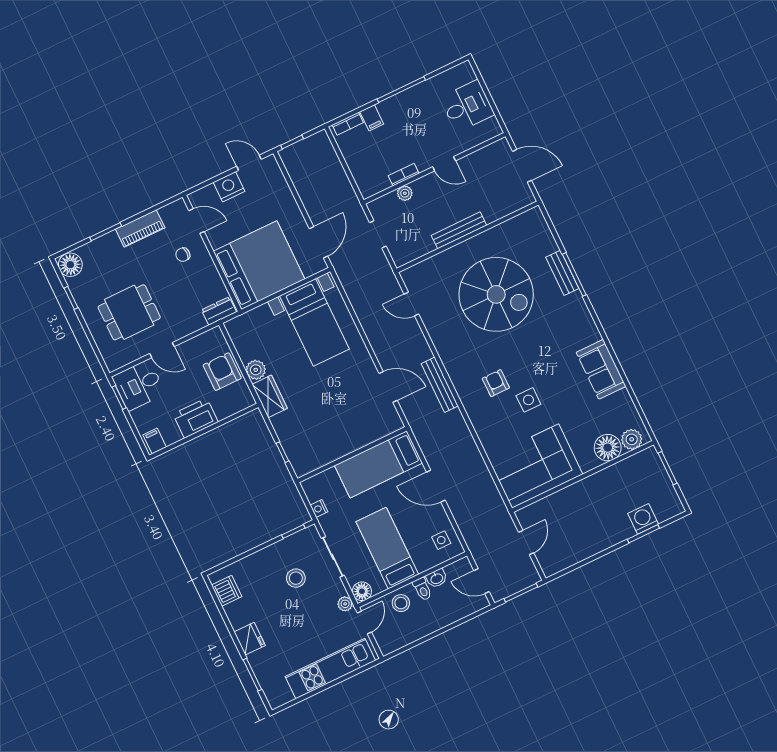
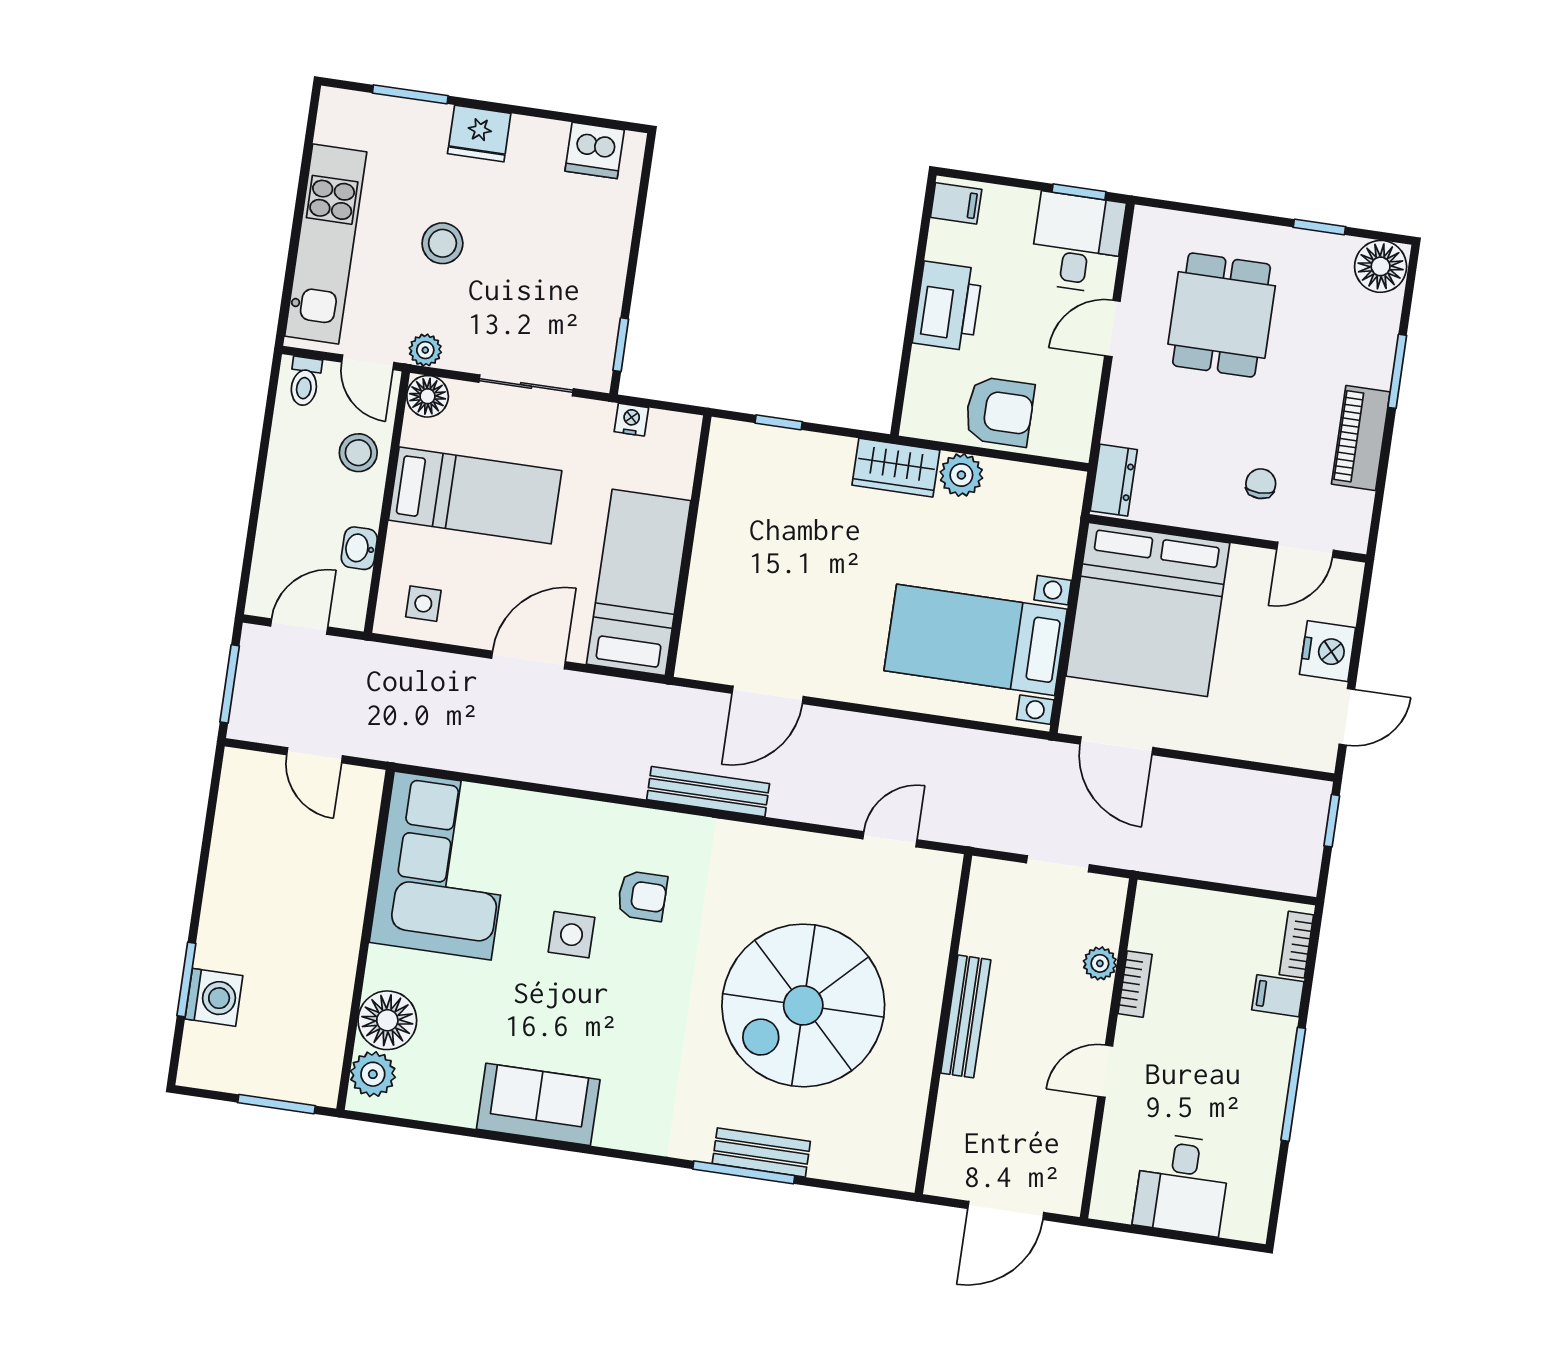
stool: (296, 578) -> (442, 243), moved
toilet: (422, 589) -> (305, 382), moved, turned -90

